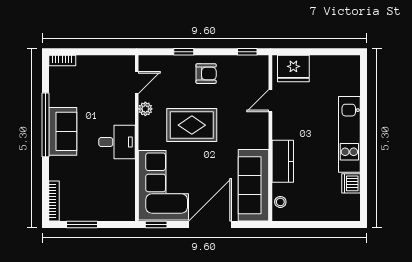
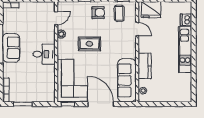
coffee table: (241, 75) -> (119, 13), added
door: (270, 101) -> (137, 29), swing flipped
rug: (192, 125) -> (89, 44), width x0.73, depth x0.70
dishwasher: (351, 183) -> (186, 20), moved
door: (210, 224) -> (101, 104), hinge flipped

